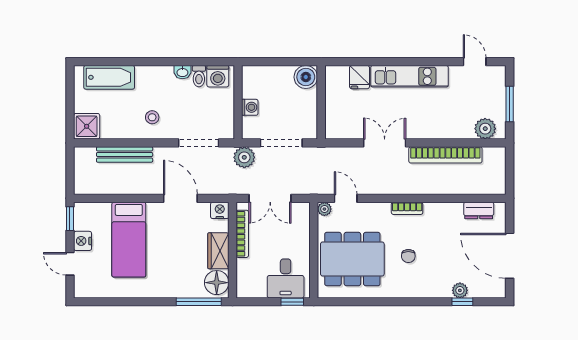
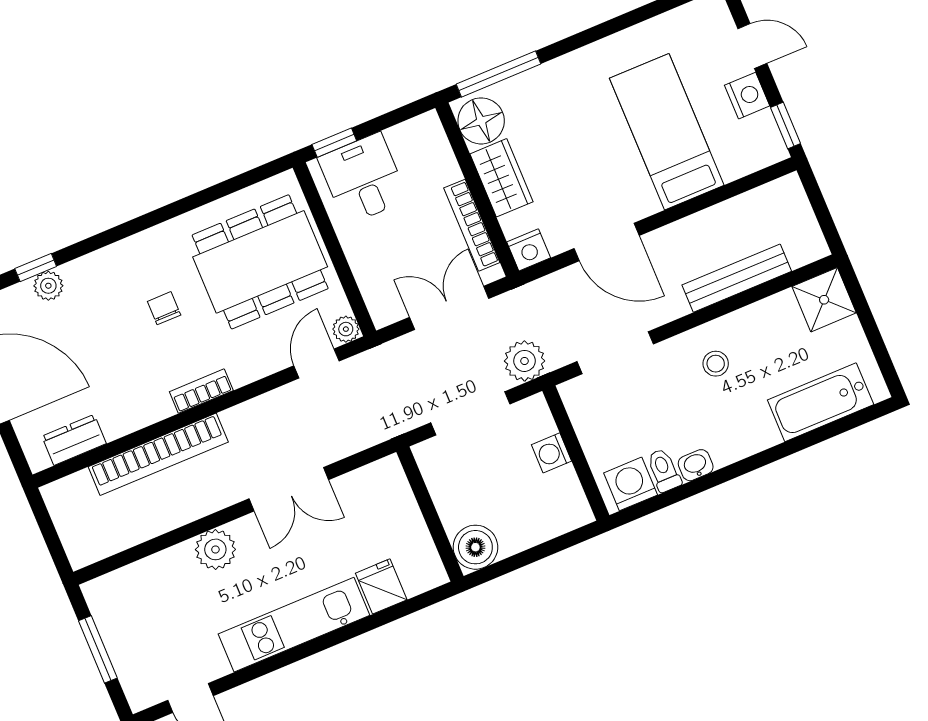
plant: (485, 129) -> (215, 549), moved
bookcase: (445, 155) -> (158, 454), moved, turned 180
door: (346, 198) -> (317, 363), swing flipped

